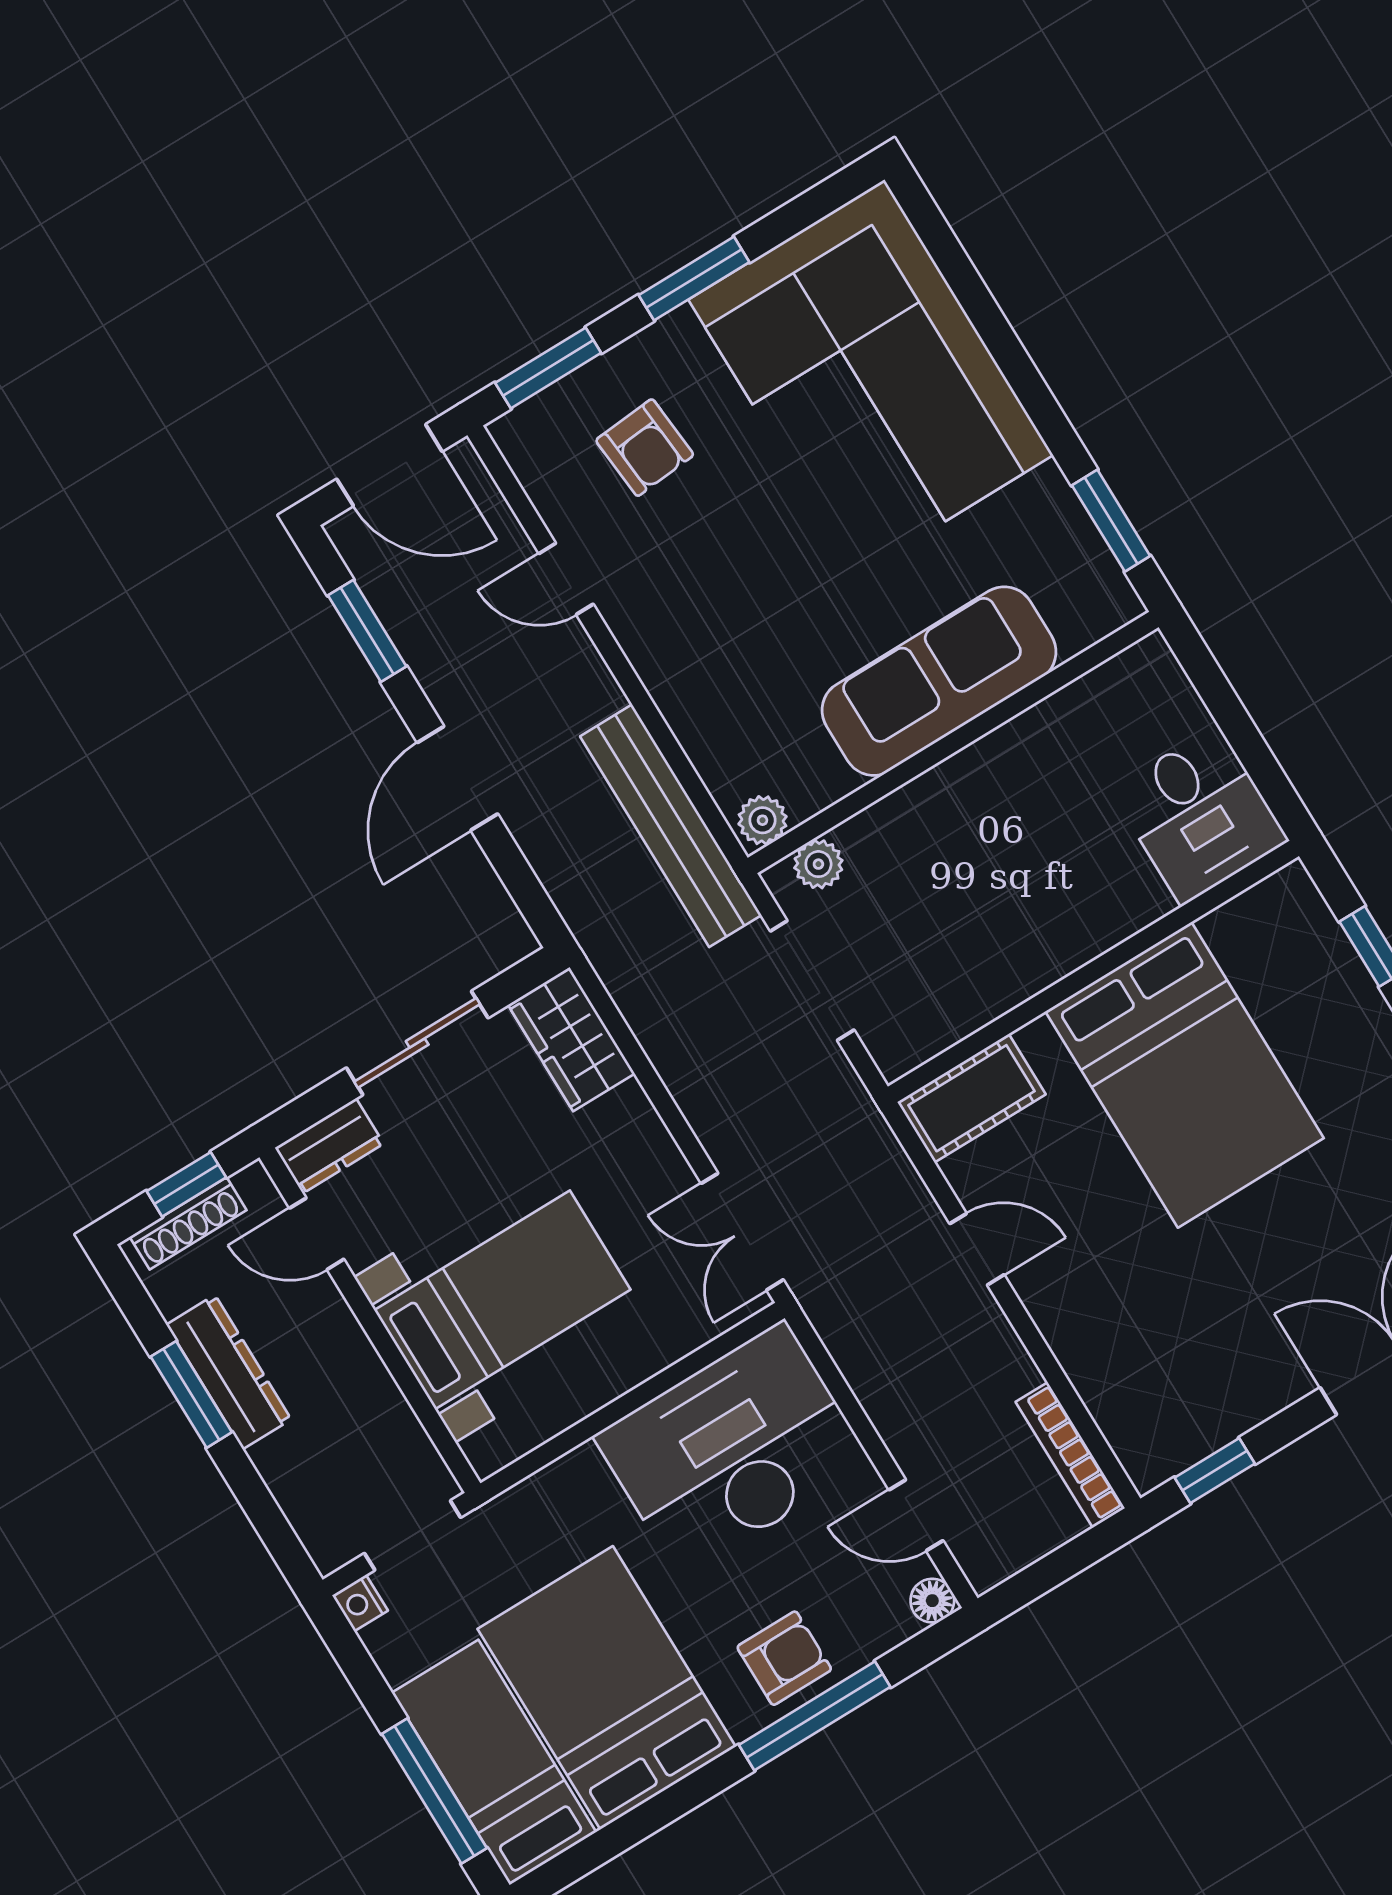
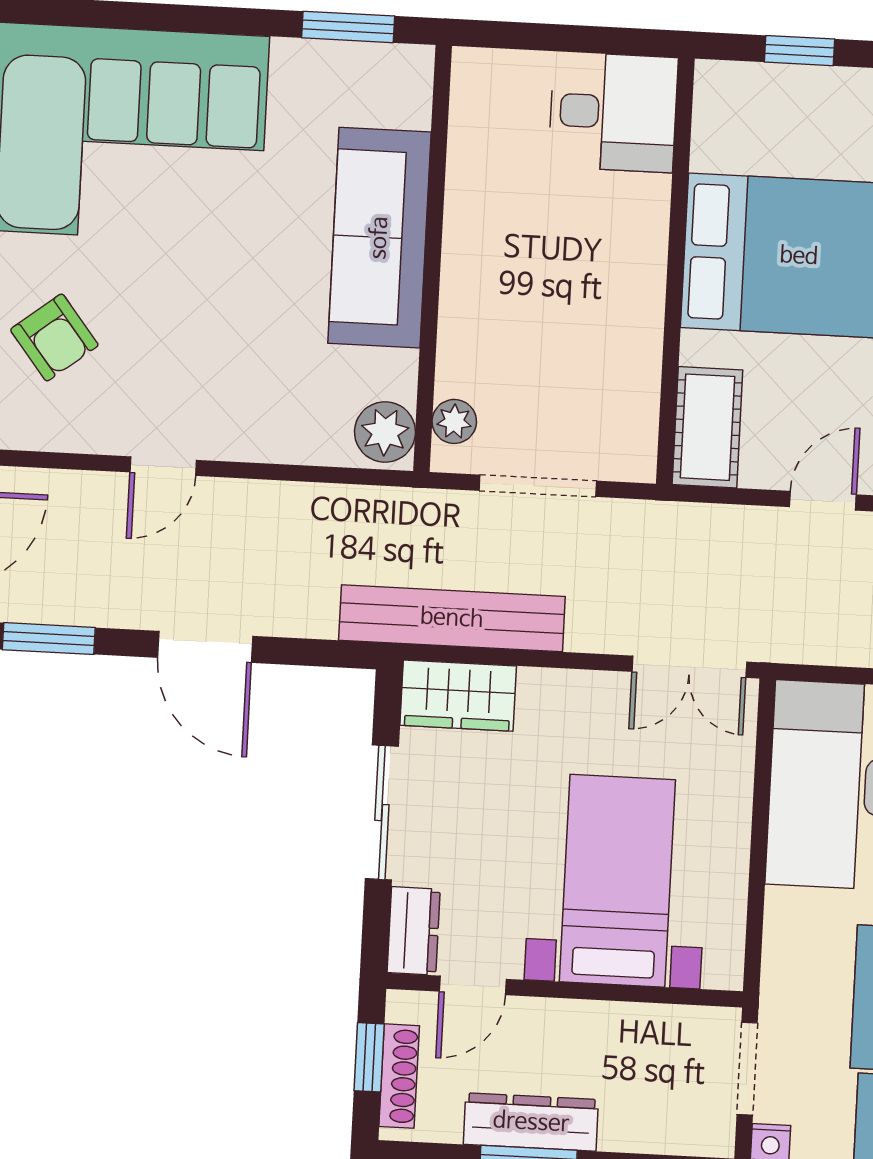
armchair: (645, 448) -> (54, 337), turned 57
door: (566, 579) -> (163, 466), moved
plant: (762, 820) -> (385, 432), width x1.38, depth x1.38
bench: (671, 826) -> (452, 618), moved

